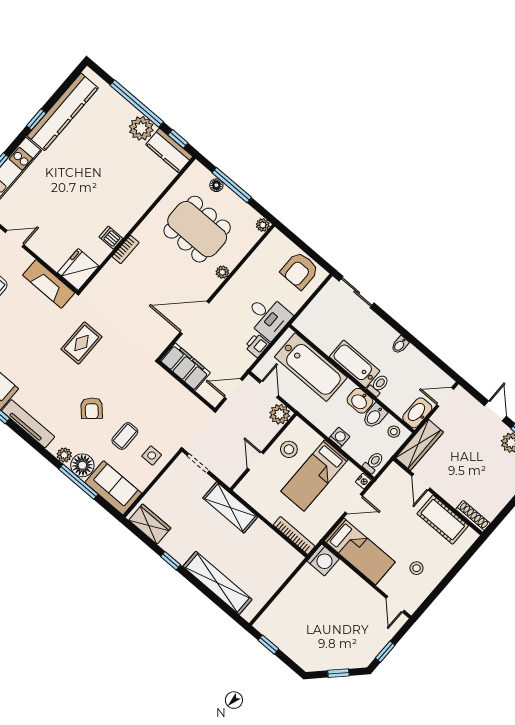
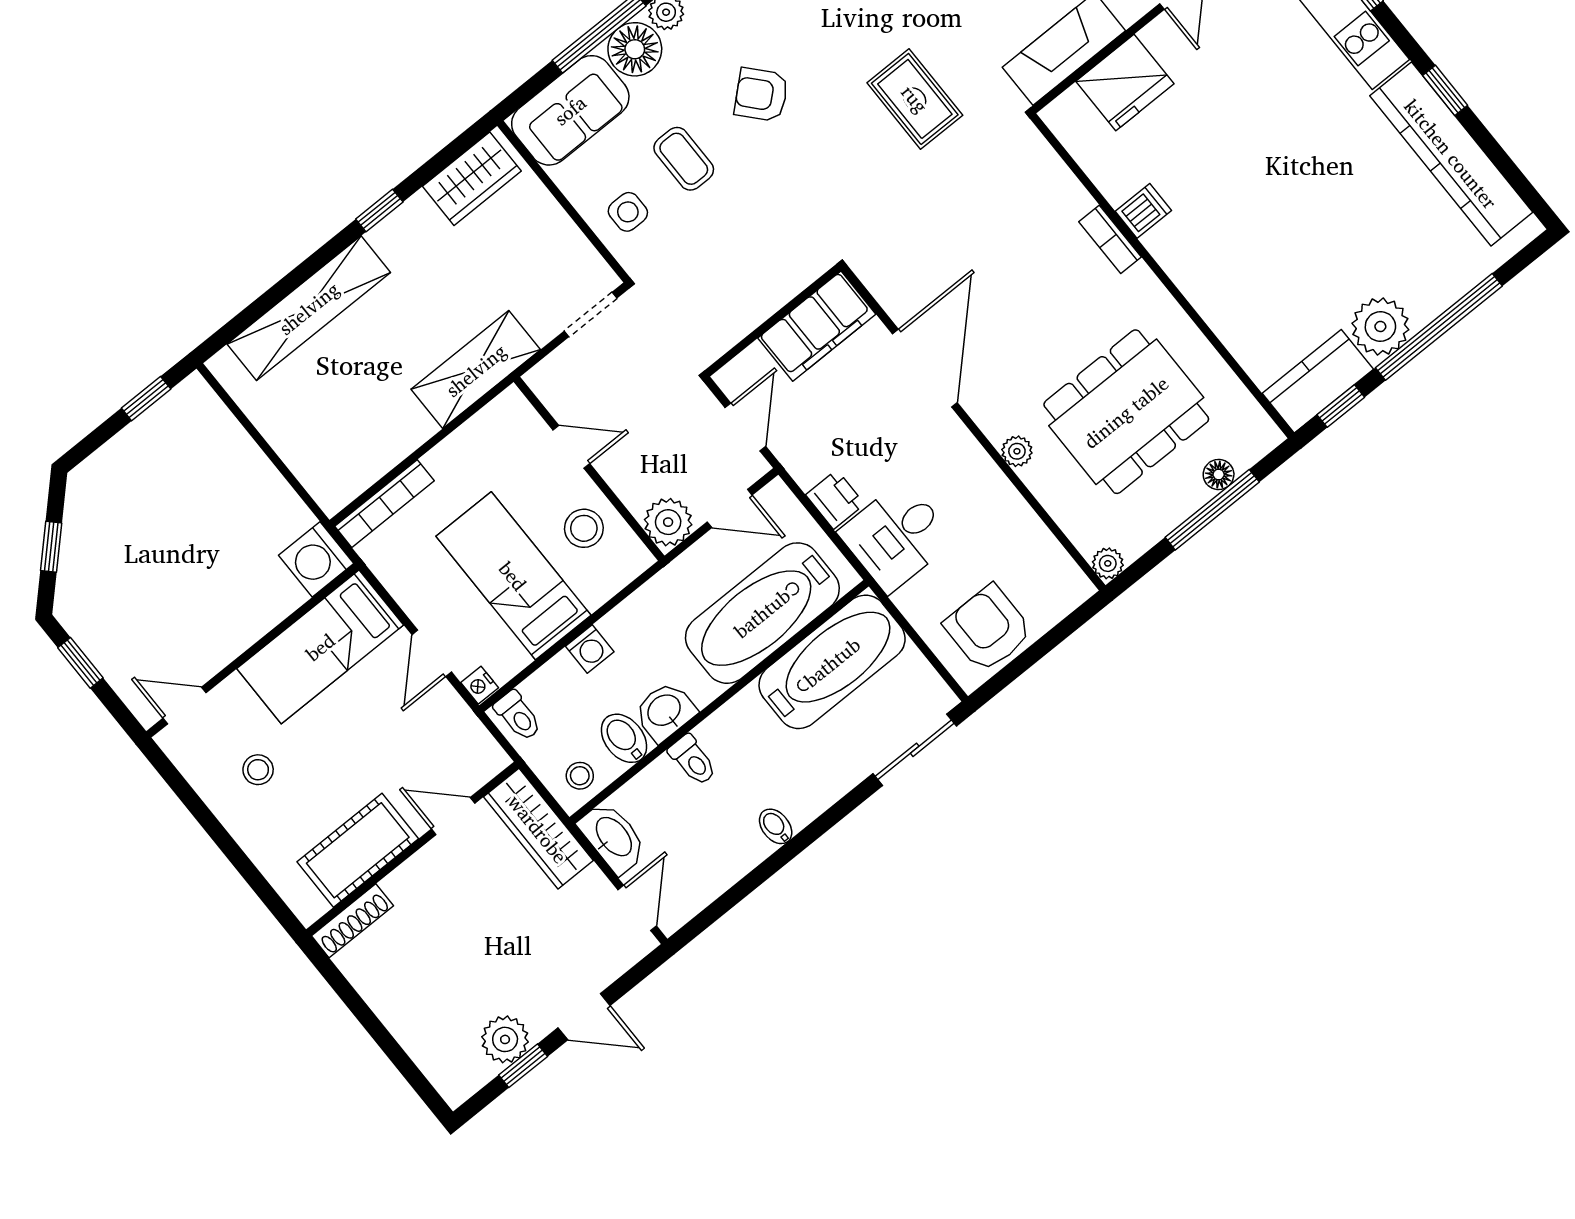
fridge: (78, 269) -> (1125, 83), moved, turned 90
bathtub: (355, 364) -> (832, 662), moved, width x1.36, depth x1.36

